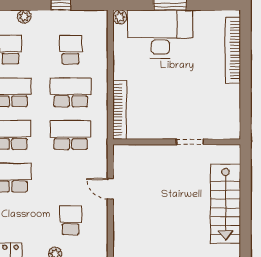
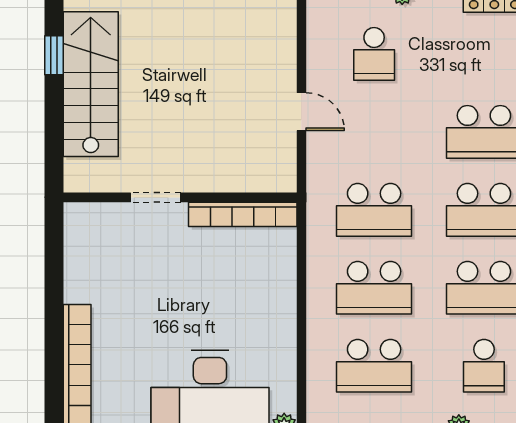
school desk: (71, 50) -> (374, 366), width x1.85
bookcase: (120, 110) -> (243, 214), moved, turned -90
window: (246, 219) -> (54, 55), added

